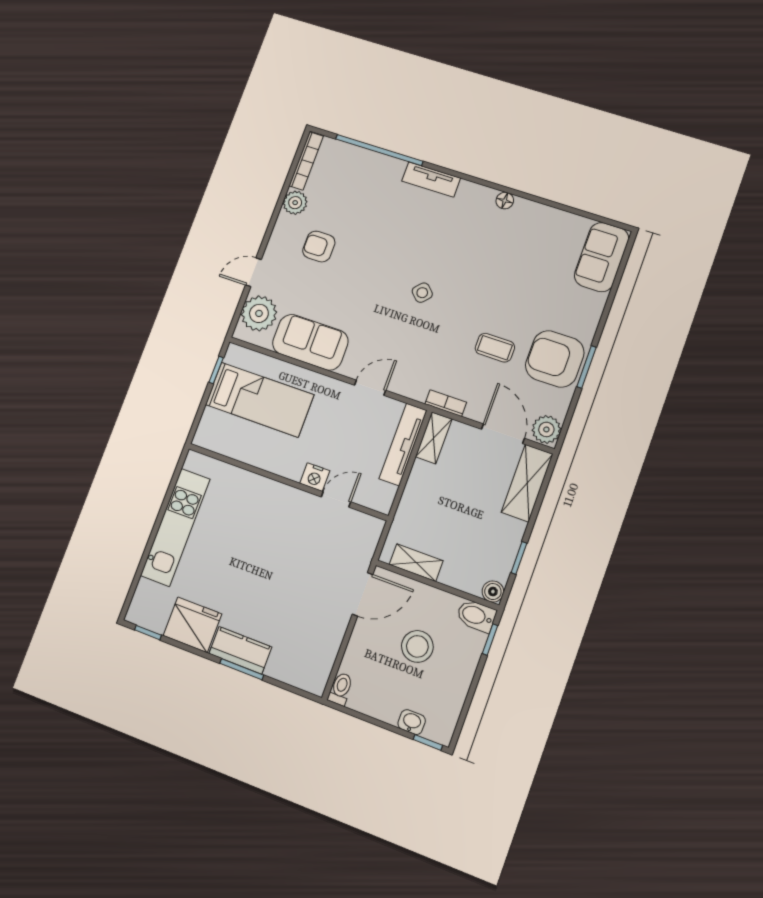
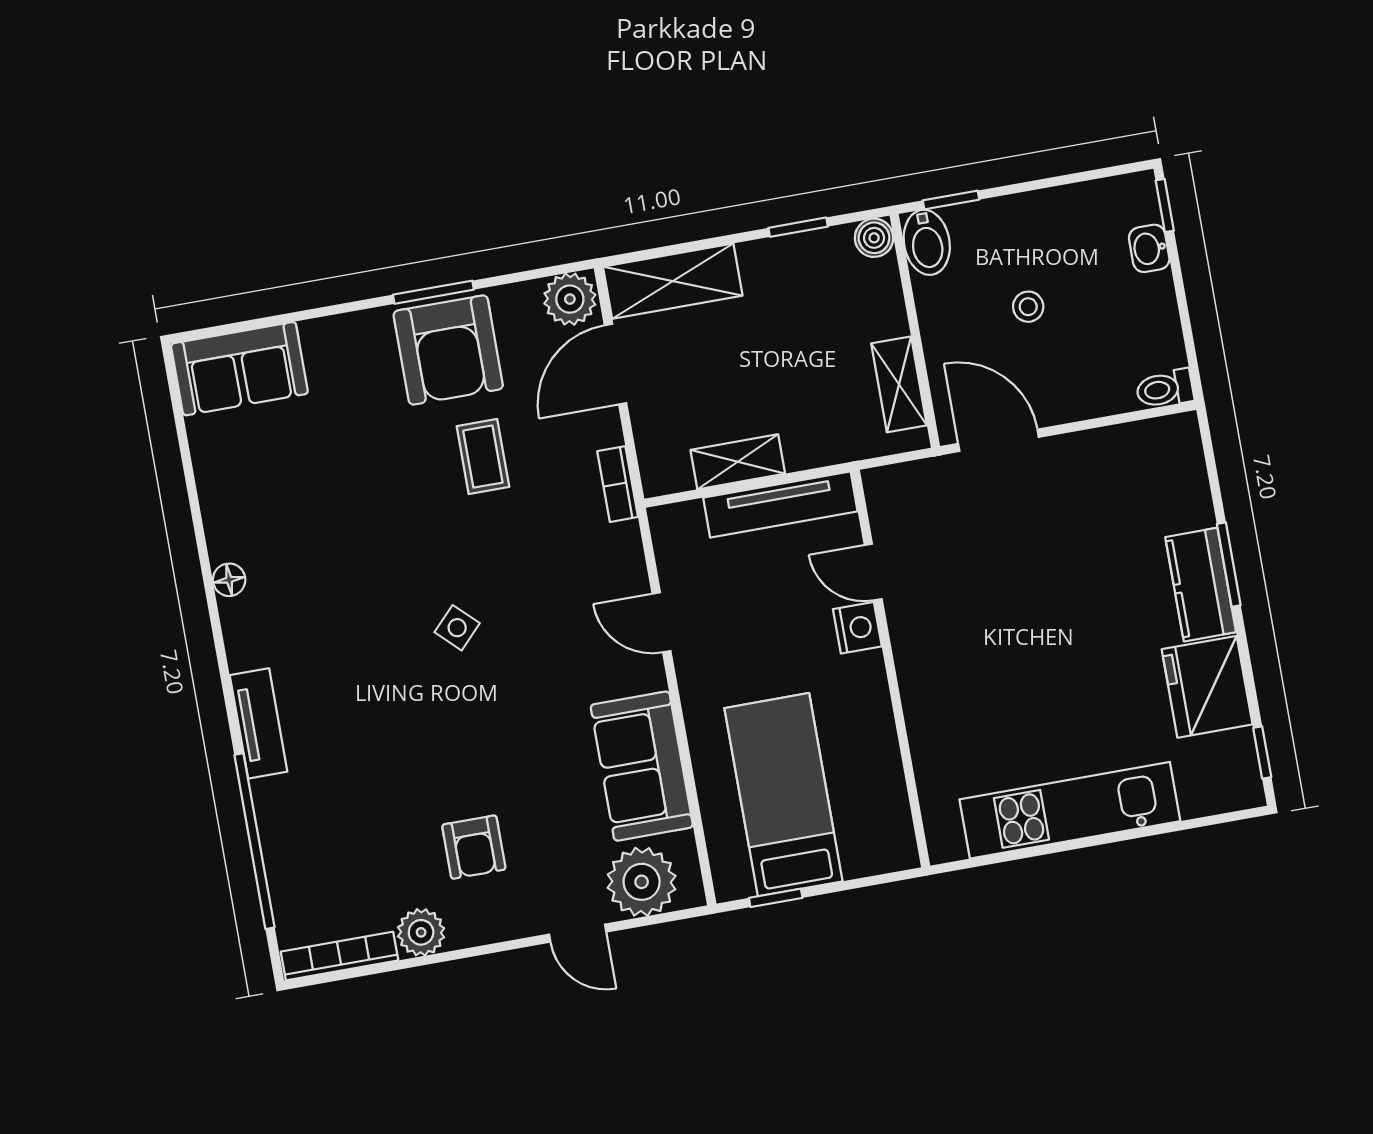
shelving: (434, 438) -> (738, 462), moved
tv unit: (403, 444) -> (780, 505), moved
stool: (417, 646) -> (1028, 307), width x0.53, depth x0.53

